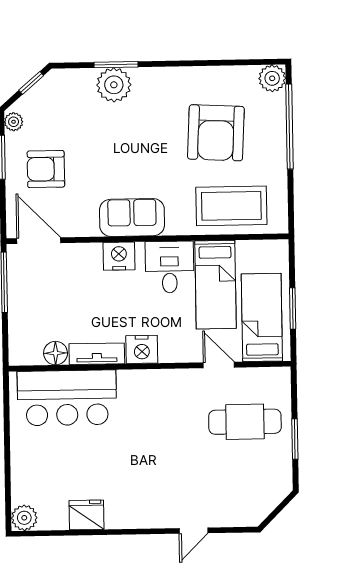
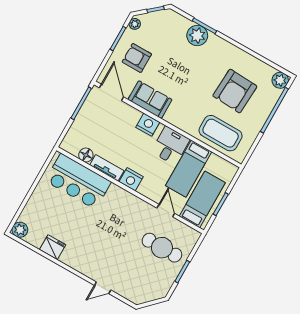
sofa: (132, 217) -> (150, 100), moved

